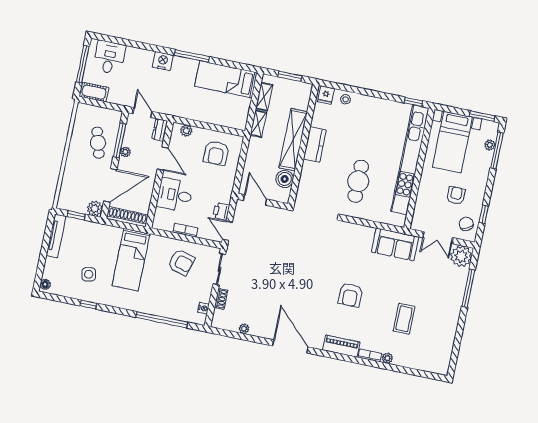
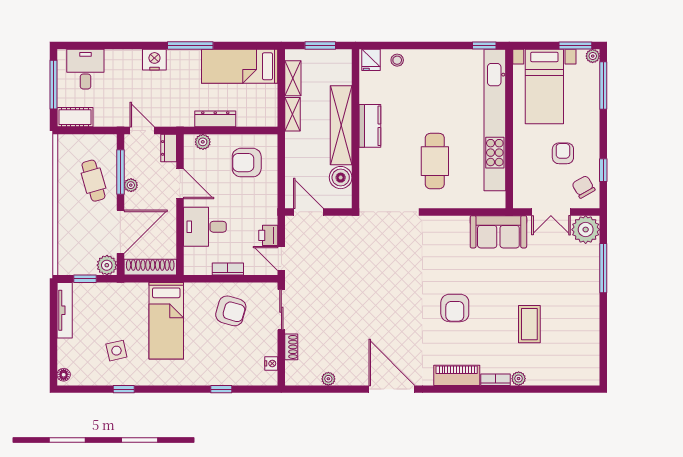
dresser: (199, 115) -> (215, 119), added
plant: (490, 145) -> (593, 56), moved
armchair: (216, 153) -> (247, 163), turned 90
window: (162, 320) -> (221, 389), width x0.32

